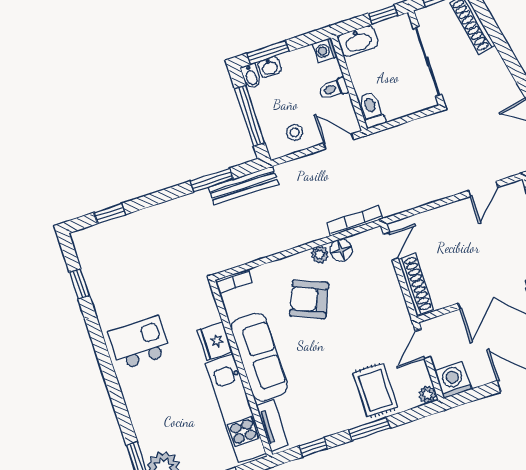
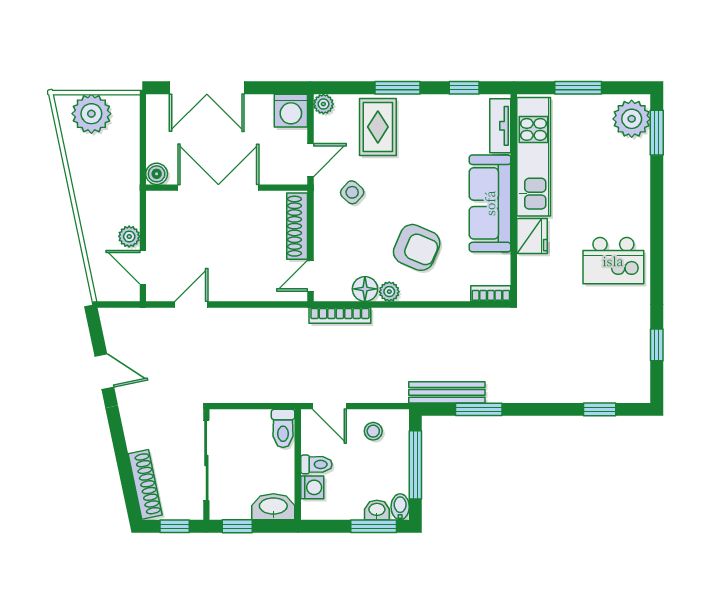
washing machine: (325, 50) -> (312, 487), moved
side table: (379, 328) -> (352, 192), added

